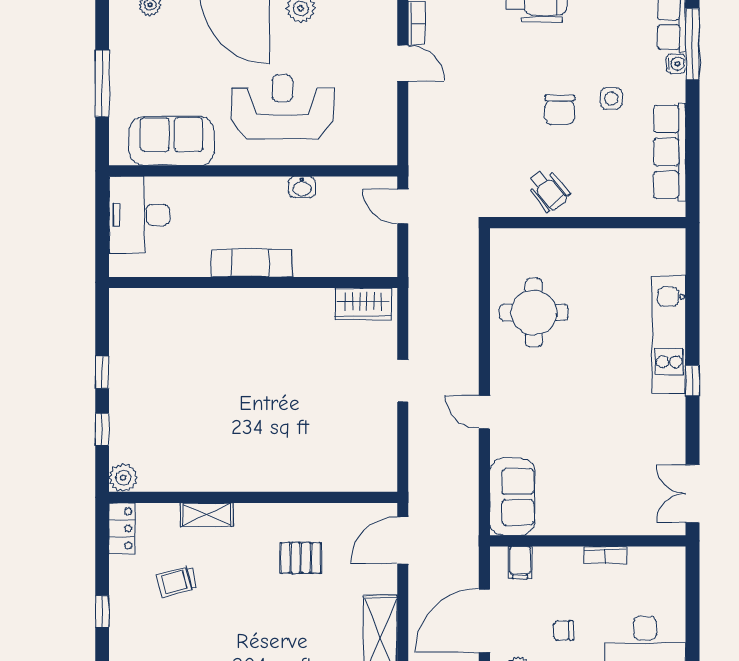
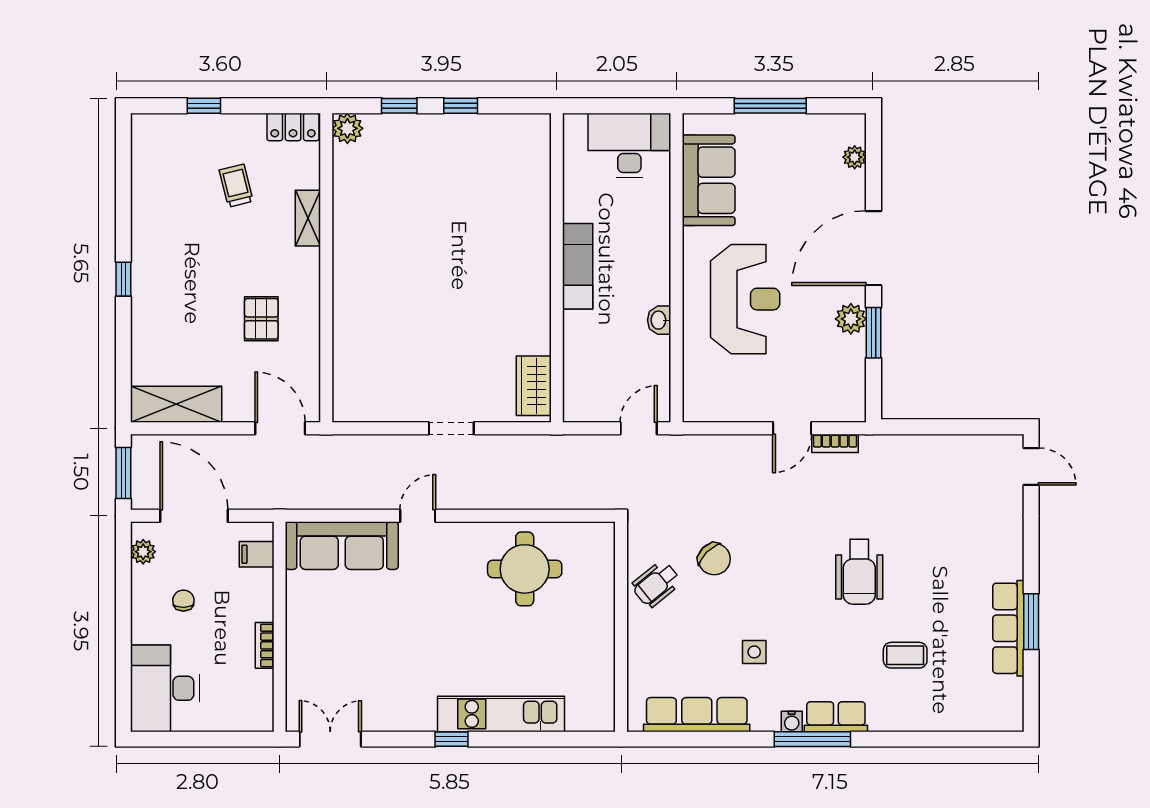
chair: (560, 110) -> (714, 559), moved, turned -135
sofa: (512, 497) -> (342, 546), width x1.36

